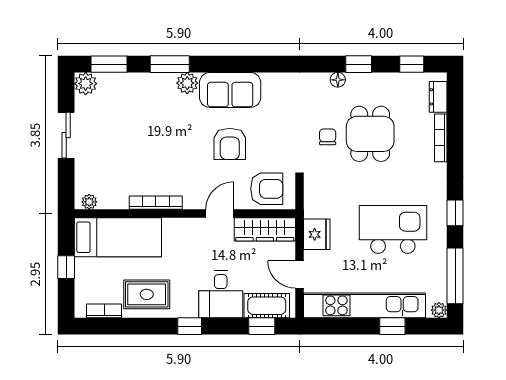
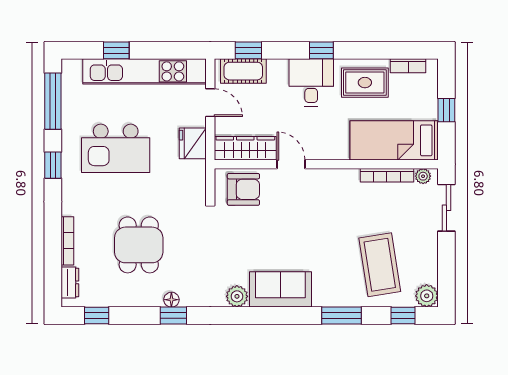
window: (109, 64) -> (403, 316), width x0.67
window: (359, 64) -> (173, 316), moved
plant: (187, 83) -> (237, 296), moved
coffee table: (132, 114) -> (380, 265), added
sliding door: (66, 135) -> (446, 208), moved
chair: (328, 137) -> (182, 242), removed
armchair: (230, 144) -> (281, 235), removed
armchair: (267, 189) -> (243, 189), turned 180
bookcase: (156, 203) -> (387, 175), moved
door: (220, 214) -> (291, 164), swing flipped
desk: (221, 294) -> (311, 83), moved
plant: (439, 310) -> (69, 67), removed

